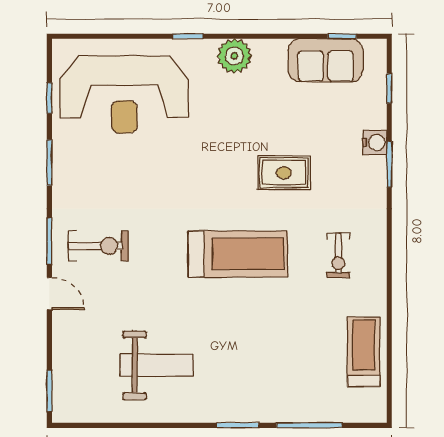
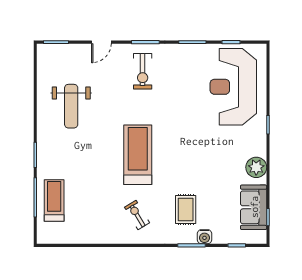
plant: (234, 56) -> (256, 167), moved
rug: (284, 173) -> (186, 210), moved
treadmill: (238, 254) -> (138, 155), turned 180
exercise bike: (338, 255) -> (137, 215), turned 59
door: (49, 294) -> (101, 42), moved
treadmill: (364, 352) -> (54, 201), moved, turned -90

